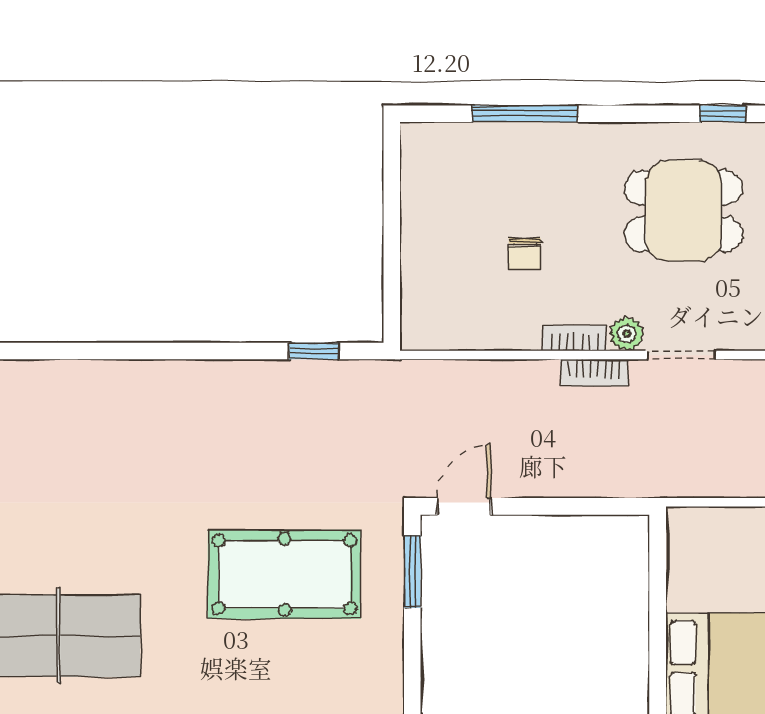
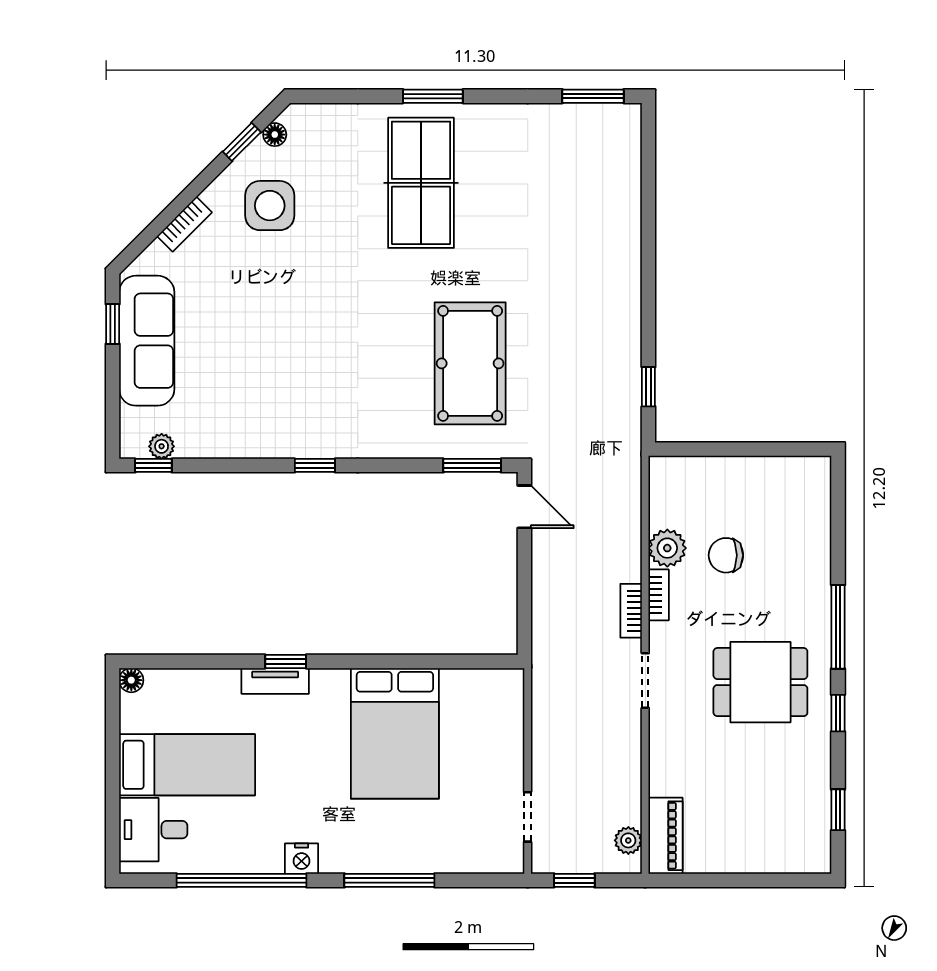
window: (525, 114) -> (838, 627), moved
dining table: (683, 211) -> (760, 682), turned 90
chair: (525, 254) -> (726, 555), width x1.37, depth x1.37
plant: (627, 334) -> (667, 548), moved, width x1.38, depth x1.38

